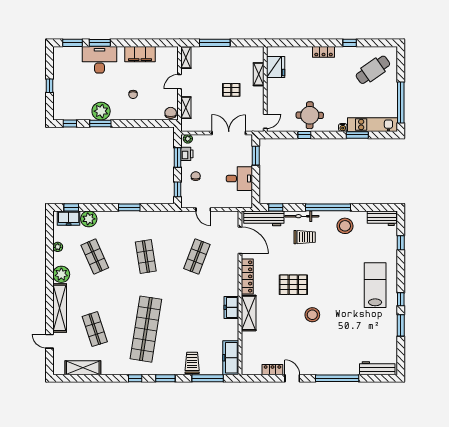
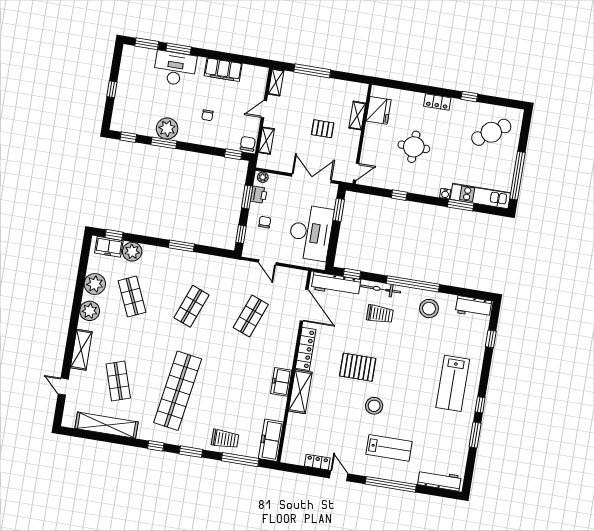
round table: (310, 115) -> (414, 147), moved
window: (160, 124) -> (233, 154), added
desk: (239, 179) -> (311, 233), width x1.87, depth x1.30
plant: (58, 247) -> (95, 284), width x1.88, depth x1.88
shop shelf: (146, 256) -> (191, 306), turned 30
lab bench: (375, 285) -> (453, 383), turned 180
shelving: (60, 308) -> (81, 350), width x0.68
lab bench: (331, 348) -> (389, 448), added
trolley: (192, 363) -> (225, 439), turned 90
shelving: (83, 368) -> (107, 425), width x1.47

